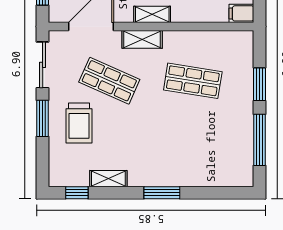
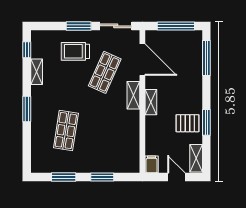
shop shelf: (193, 81) -> (66, 131), moved
window: (260, 140) -> (64, 177), width x0.69

